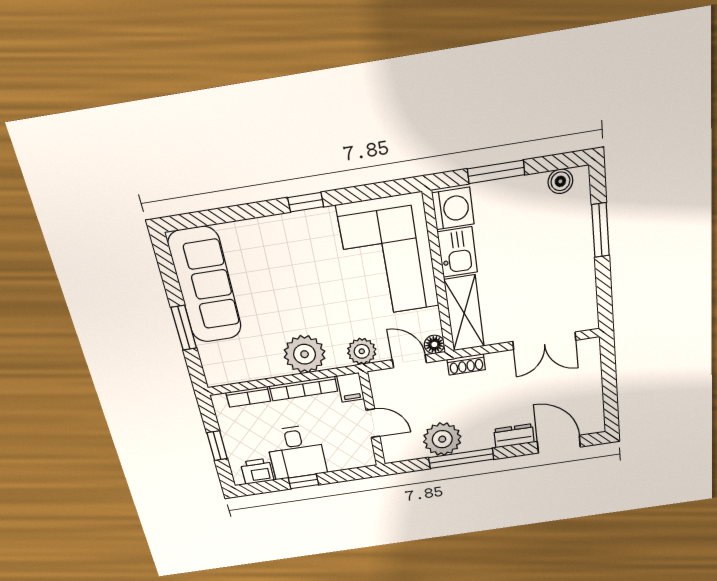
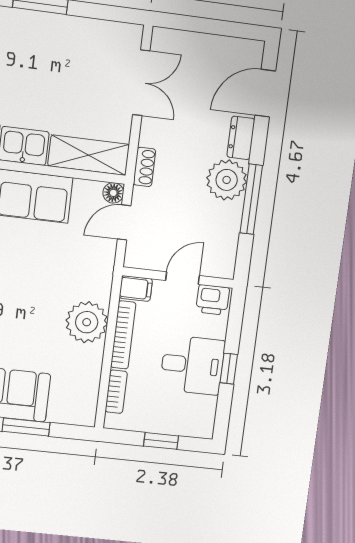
plant: (362, 351) -> (100, 266), removed
plant: (442, 439) -> (227, 180), moved
printer: (257, 471) -> (213, 300), moved, turned -90

